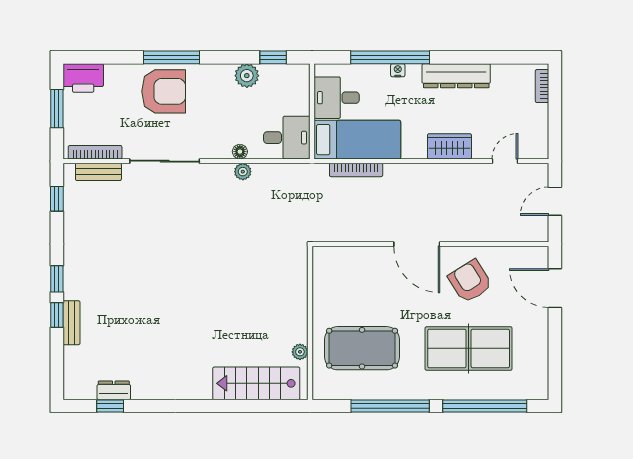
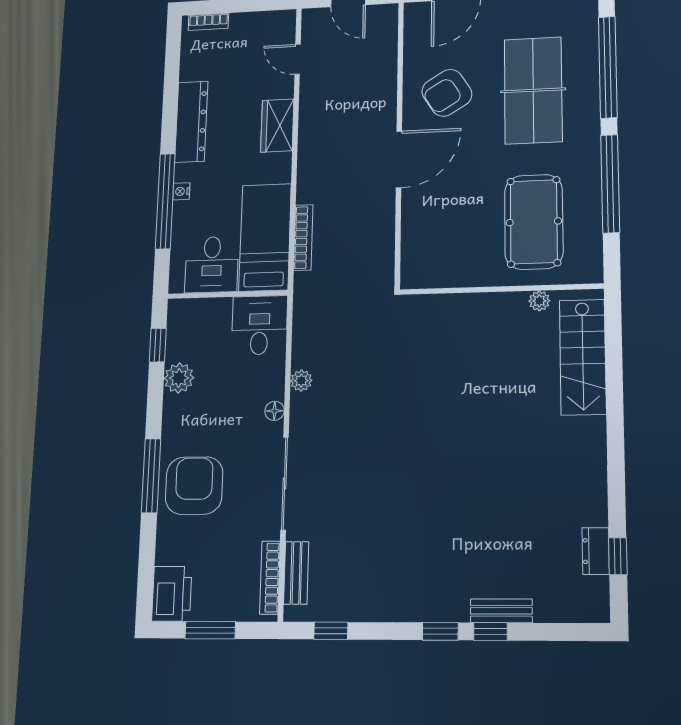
floor lamp: (240, 152) -> (275, 411), moved

